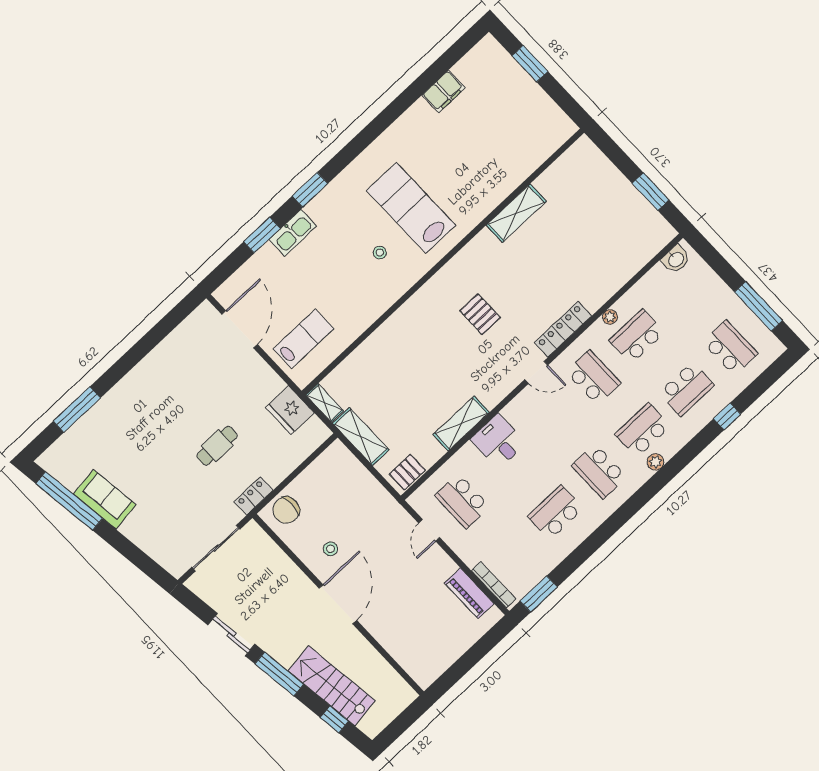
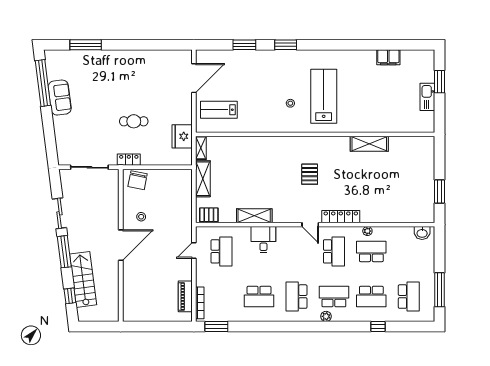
kitchen sink: (293, 233) -> (427, 97), moved, turned 90
lab bench: (304, 339) -> (219, 110), turned 180
school desk: (462, 501) -> (222, 251), turned 180
chair: (286, 510) -> (138, 180), turned -79
school desk: (556, 512) -> (259, 297), turned 180

